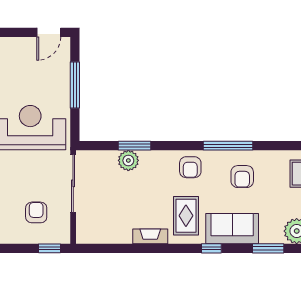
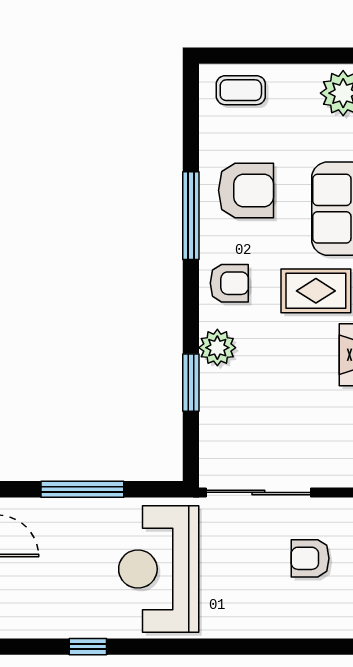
plant: (128, 160) -> (217, 348), moved
armchair: (242, 177) -> (246, 190), width x1.38, depth x1.38

